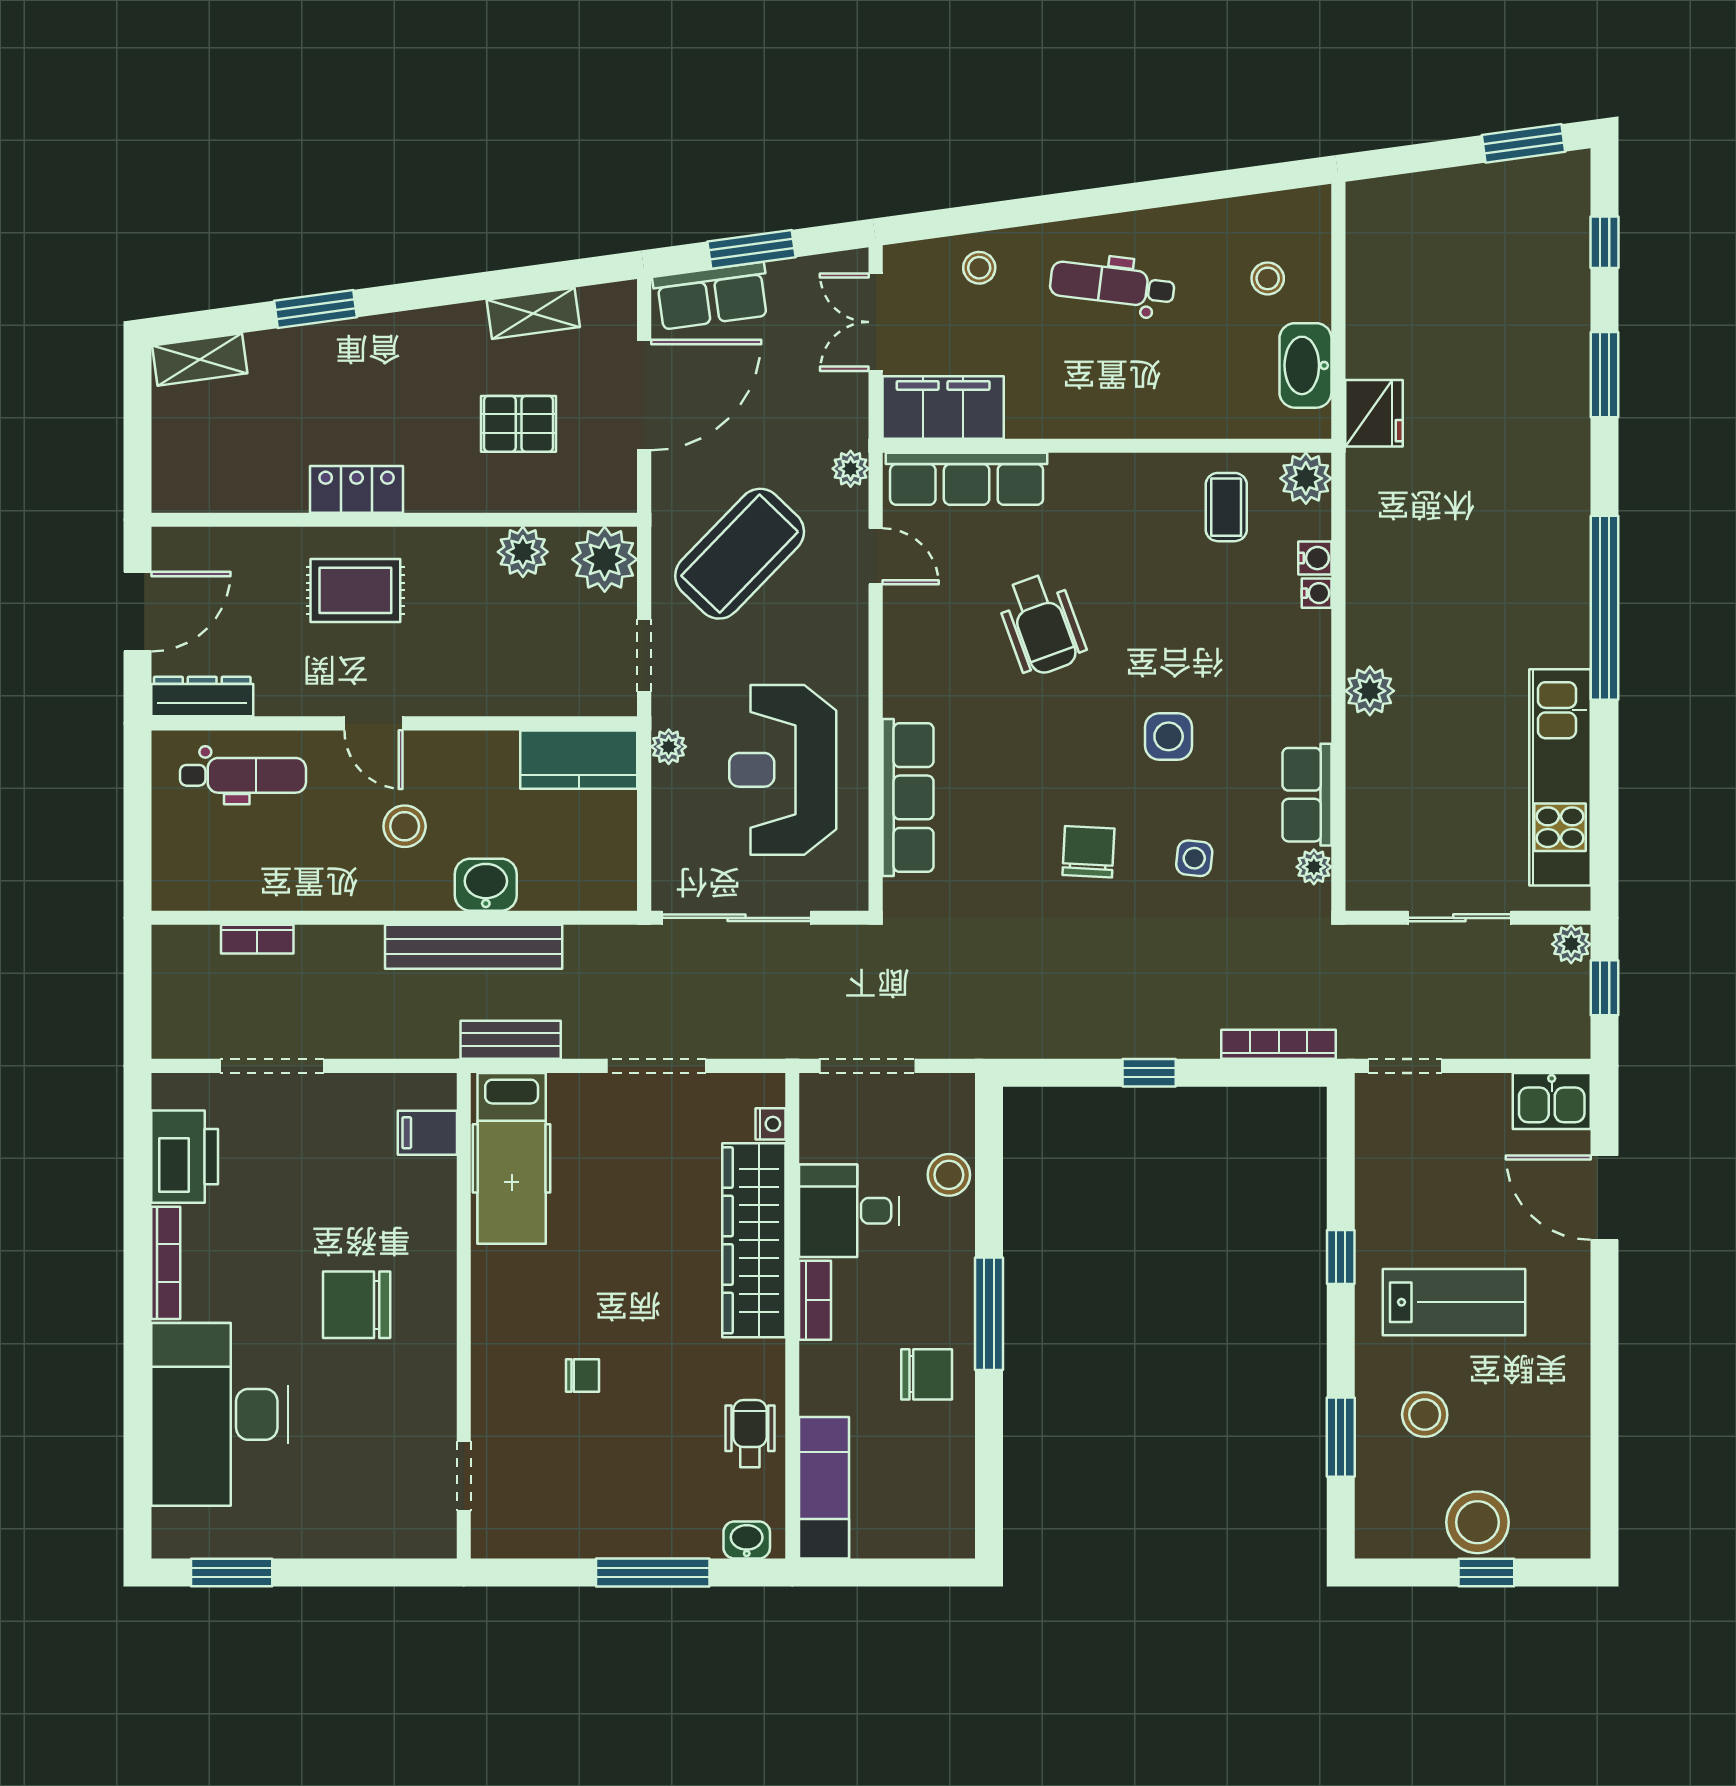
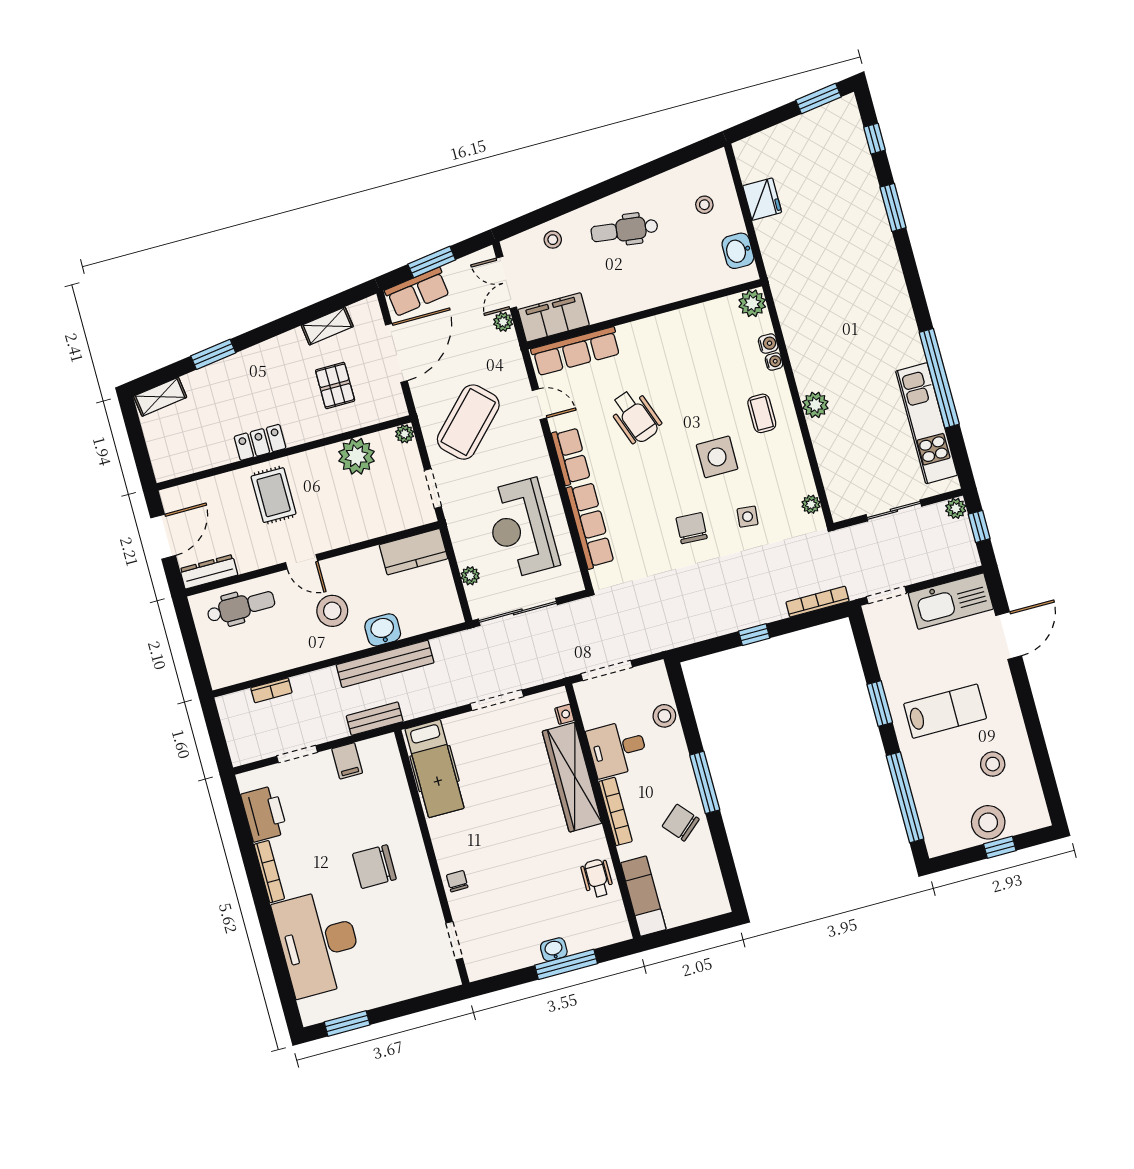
washbasin: (1305, 365) -> (738, 251), width x0.72
fridge: (1374, 413) -> (762, 199), moved
pallet: (519, 424) -> (335, 385), turned 90
plant: (851, 469) -> (503, 322), moved
coffee table: (1226, 507) -> (762, 413), moved
plant: (523, 552) -> (357, 456), width x1.36, depth x1.36
plant: (605, 559) -> (405, 434), width x0.53, depth x0.53
rug: (355, 590) -> (274, 495), turned 90
window: (1604, 608) -> (939, 378), moved
side table: (1169, 736) -> (717, 457), width x1.37, depth x1.37
plant: (669, 747) -> (470, 576), moved
row of seats: (1307, 795) -> (571, 456), moved, turned 180
stool: (405, 826) -> (332, 611), width x1.38, depth x1.38
bench: (511, 1040) -> (375, 719), moved
doorway: (272, 1066) -> (297, 754), width x0.73
kitchen sink: (1552, 1101) -> (951, 601), width x1.88, depth x1.24
filing cabinet: (427, 1133) -> (347, 761), moved, turned -90
door: (1604, 1198) -> (1009, 636), swing flipped
window: (1341, 1257) -> (880, 704), width x1.50
bookcase: (815, 1300) -> (615, 811), width x1.56
chair: (927, 1374) -> (681, 823), turned -131
chair: (582, 1375) -> (457, 881), moved, turned -90
stool: (1425, 1415) -> (993, 764), moved
window: (1341, 1437) -> (905, 797), width x2.11
washbasin: (747, 1540) -> (554, 949), moved

